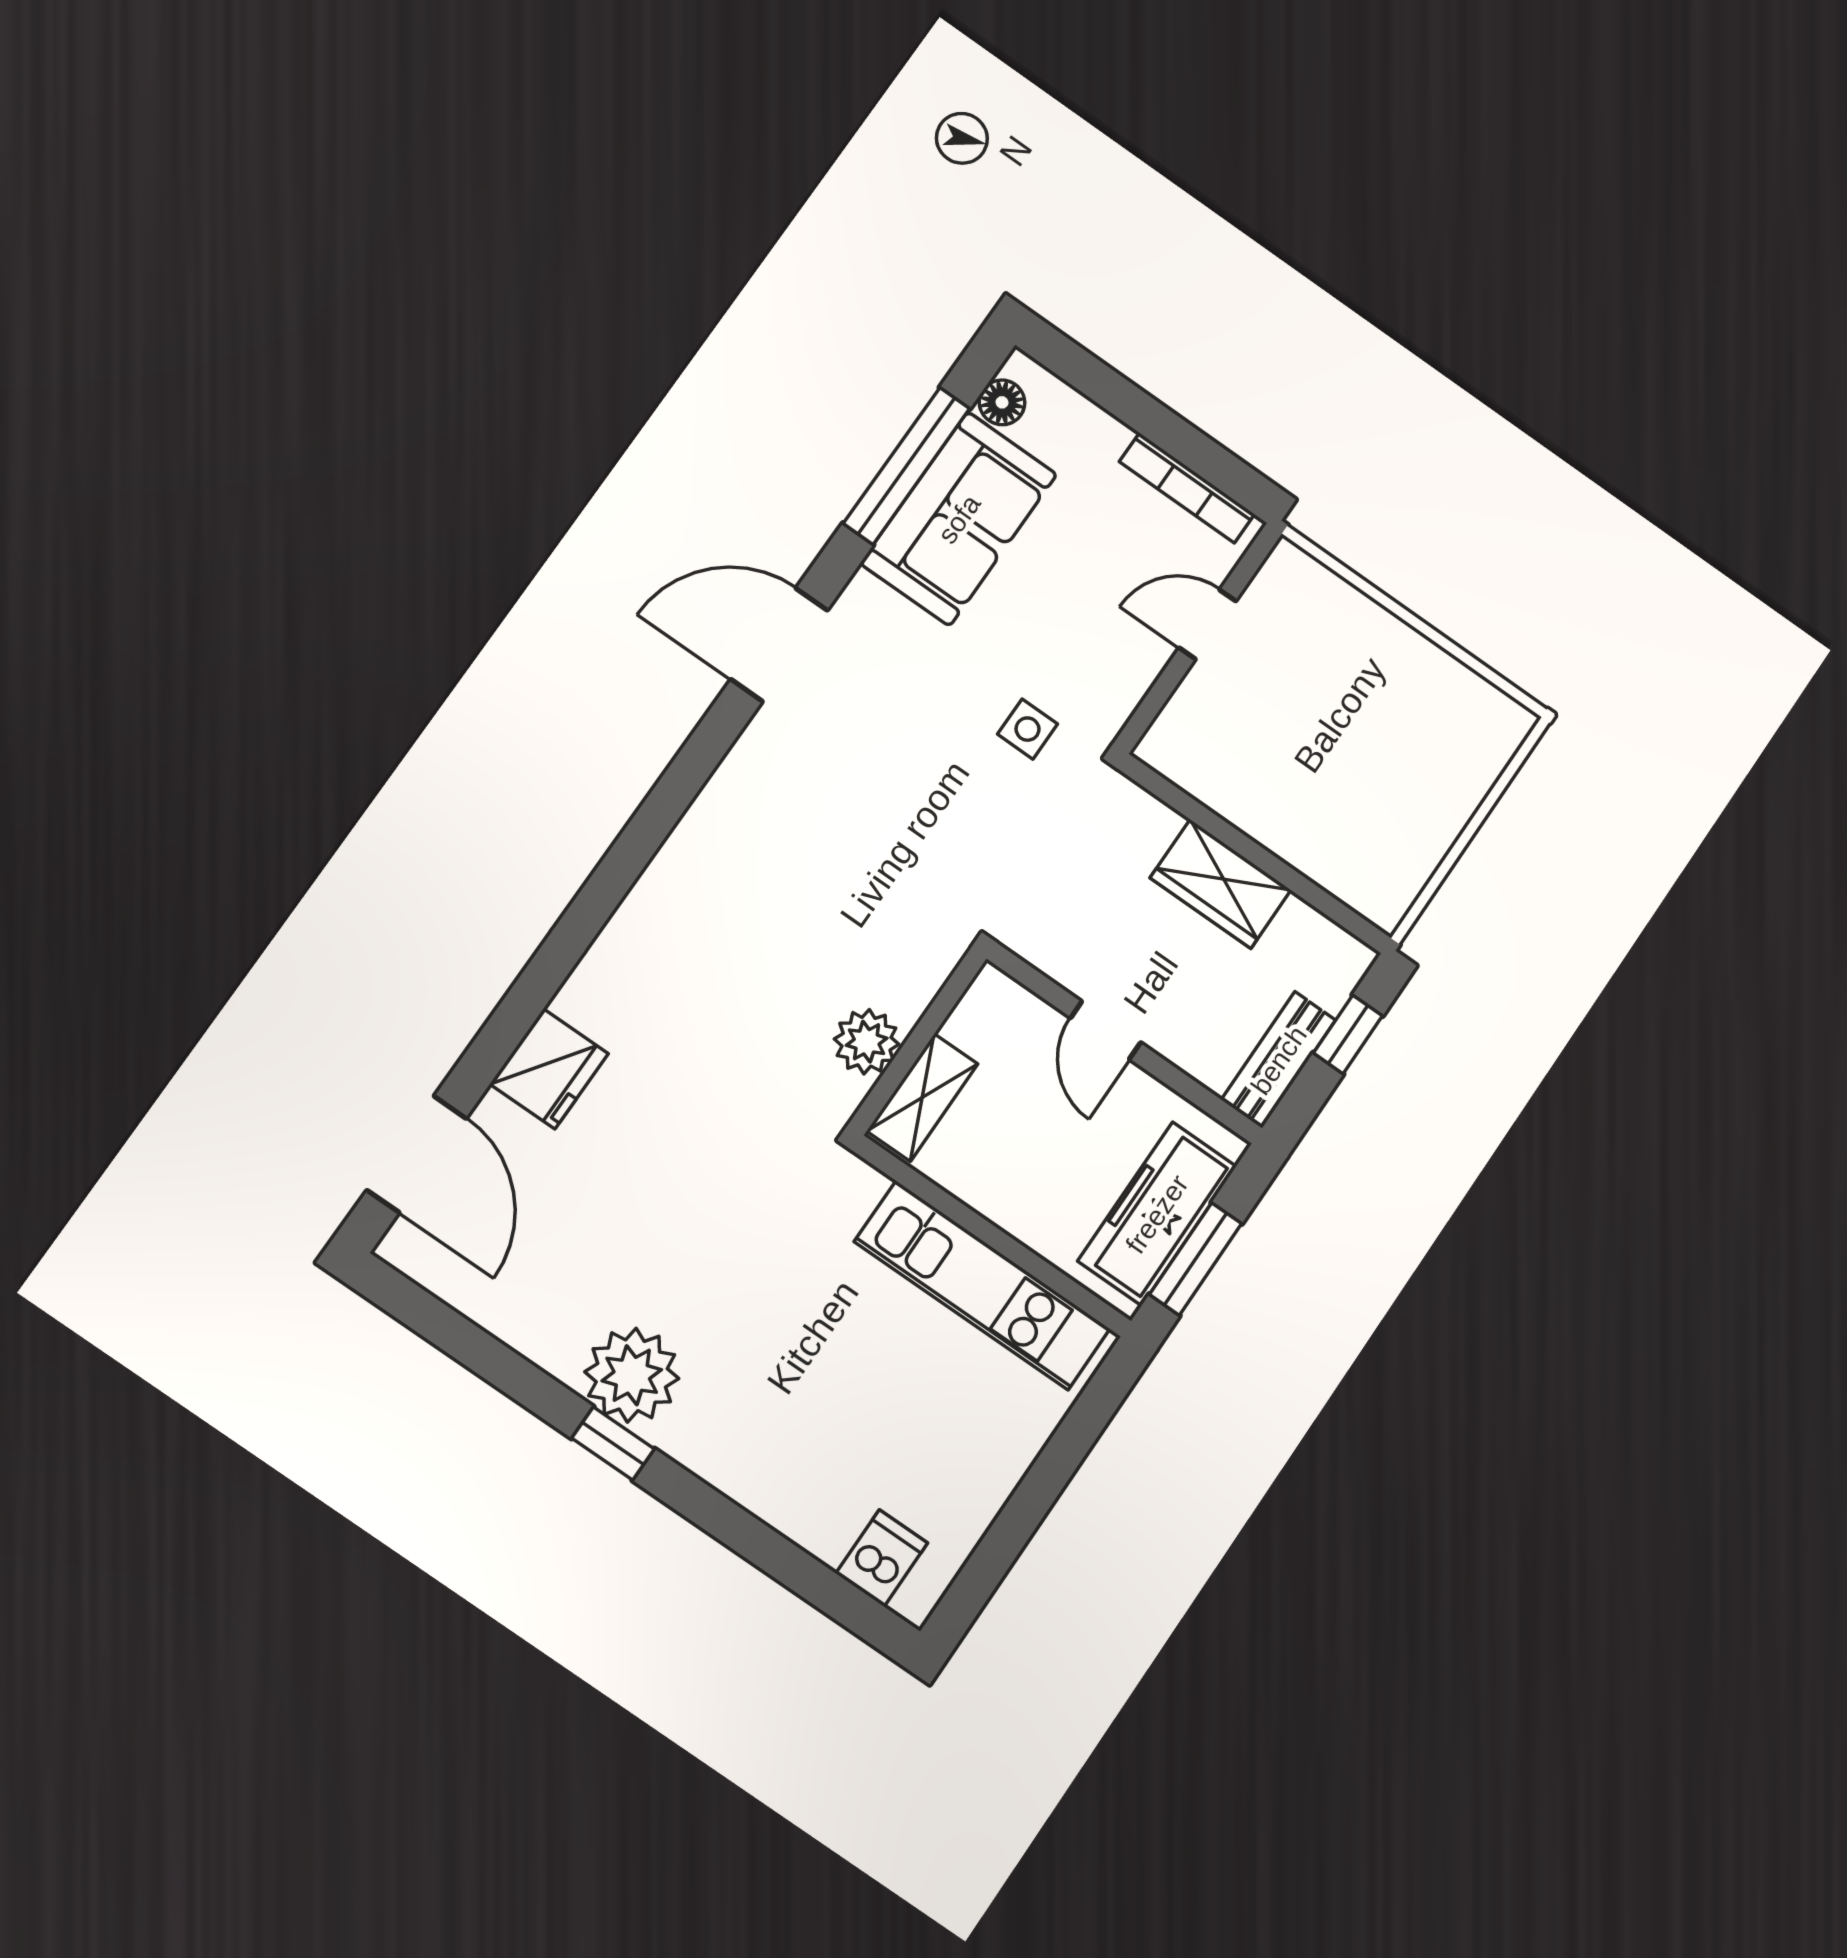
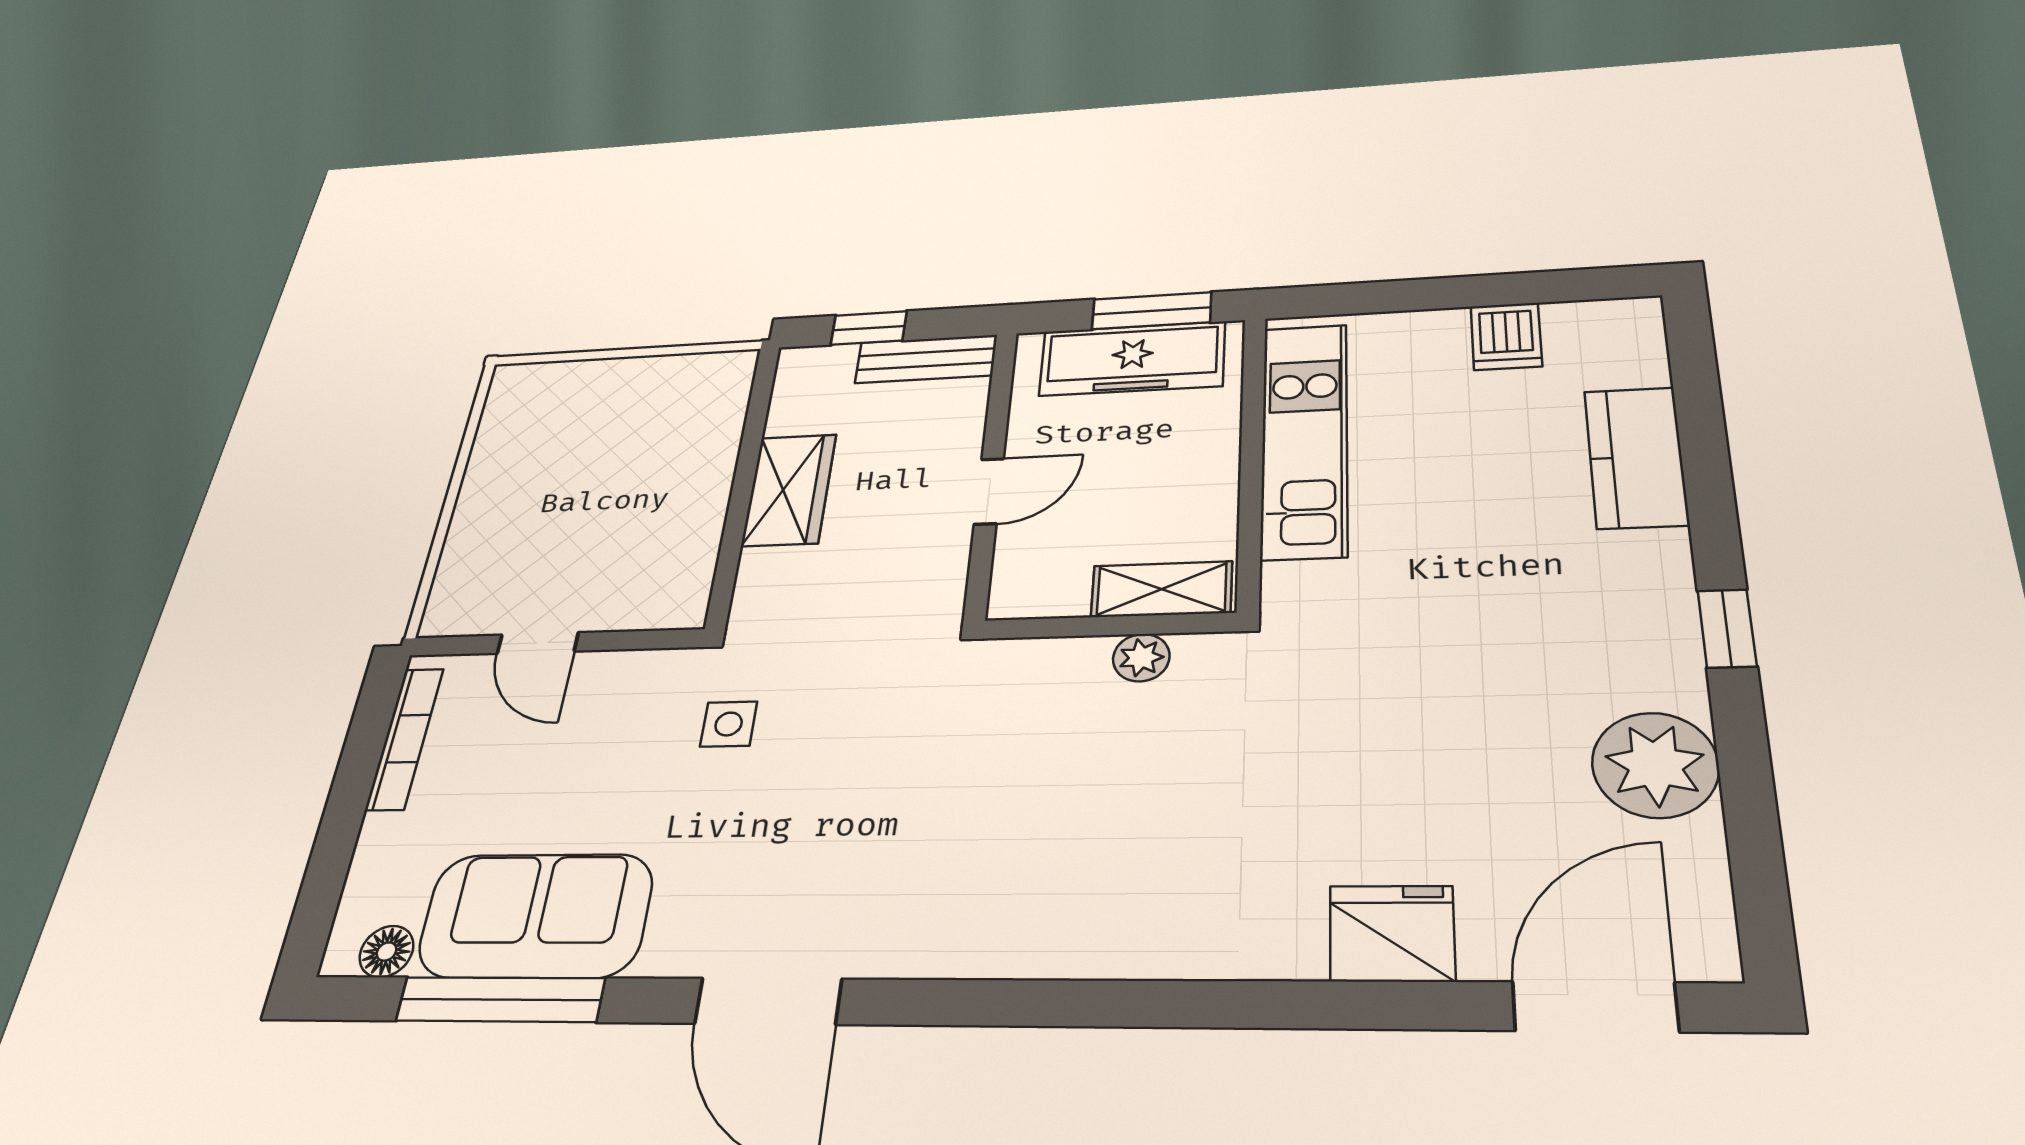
plant: (867, 1042) -> (1141, 658), width x0.73, depth x0.73
plant: (632, 1375) -> (1655, 765), moved
kitchen counter: (792, 1497) -> (1636, 457), added
dishwasher: (882, 1558) -> (1506, 336), moved, turned -90

